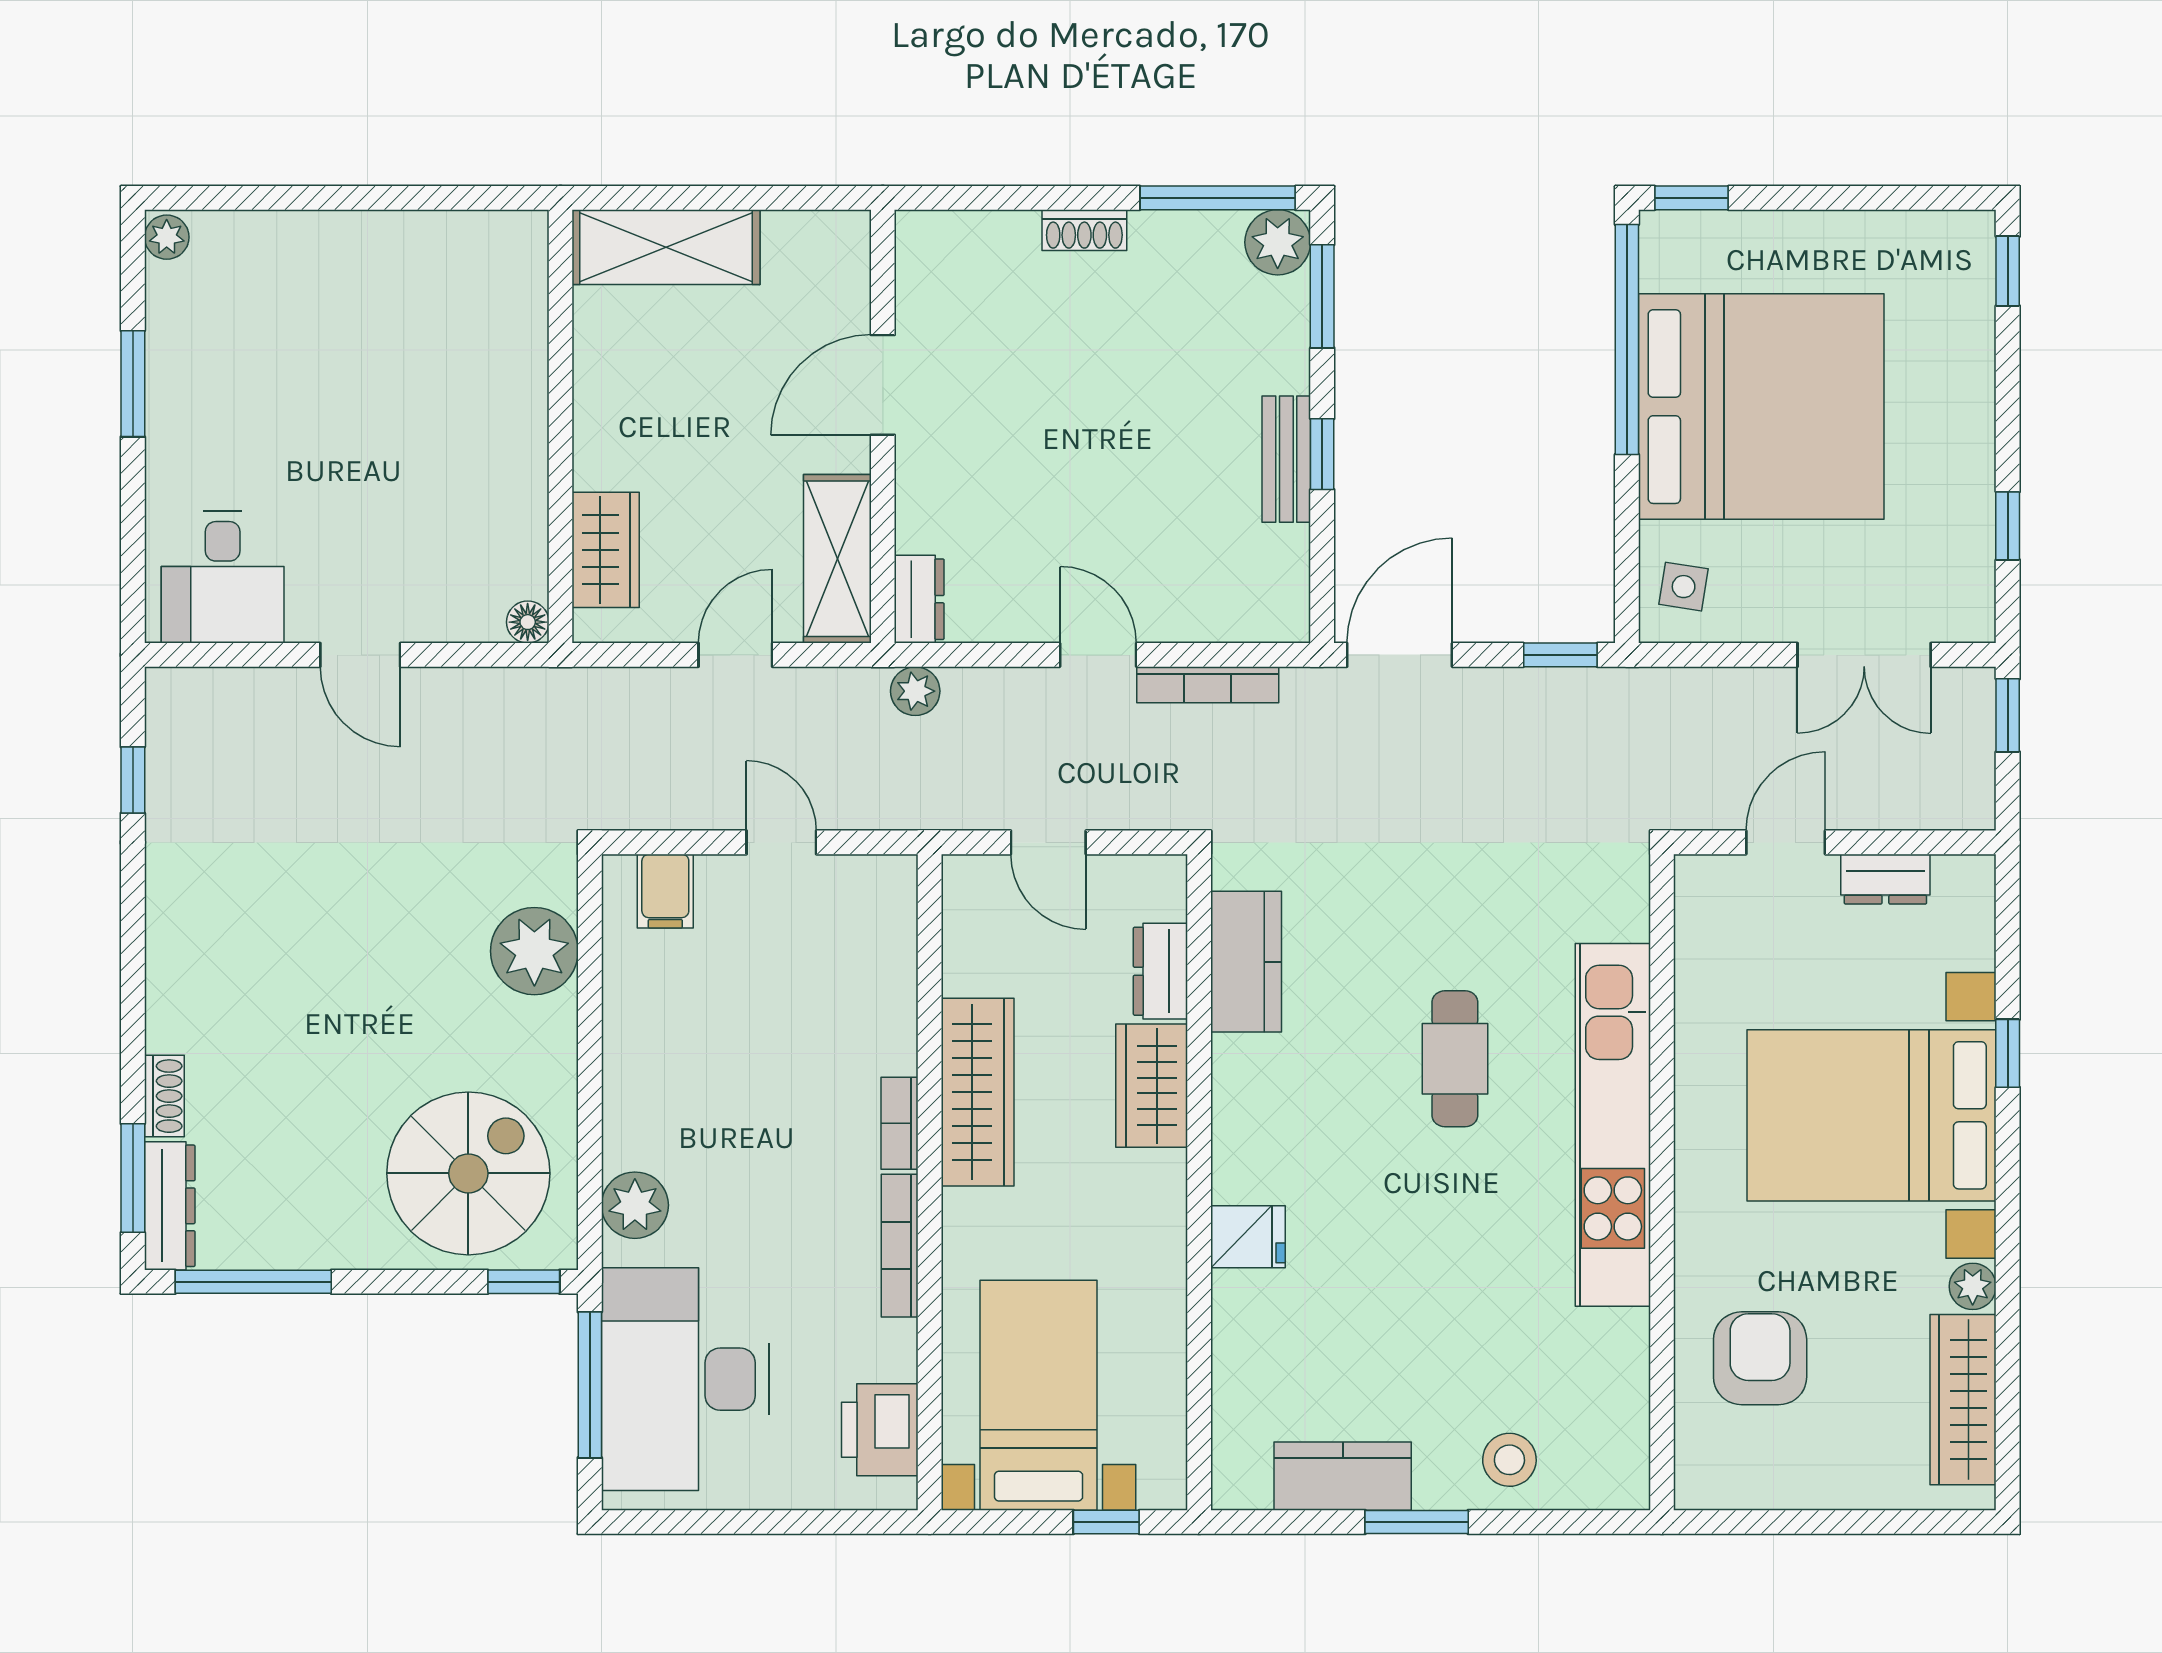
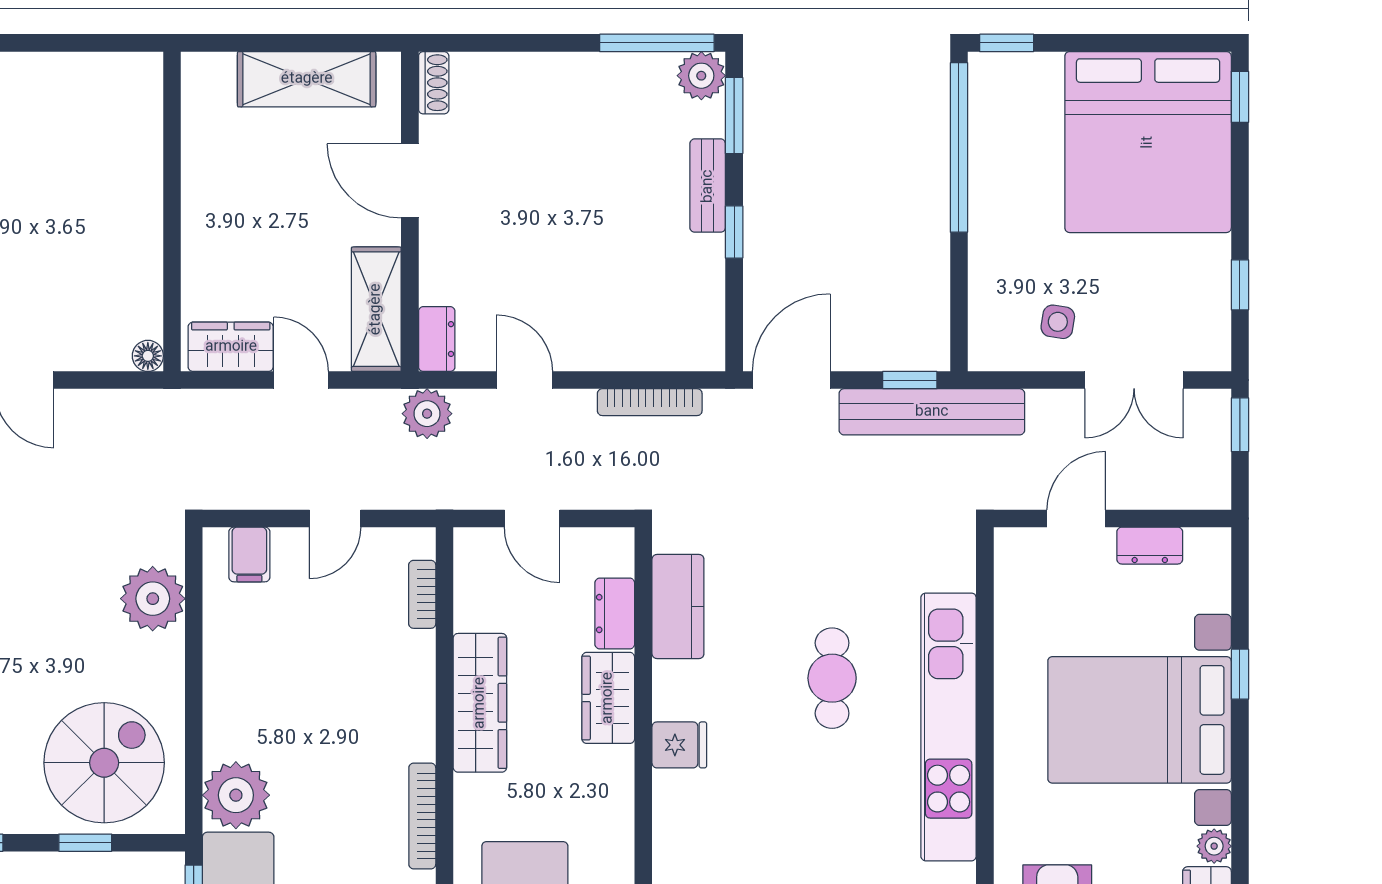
shoe rack: (1084, 230) -> (434, 83), moved, turned -90
shelving: (666, 247) -> (307, 79), moved
door: (883, 385) -> (410, 181), hinge flipped
bed: (1761, 407) -> (1148, 142), moved, turned 90
bench: (1286, 459) -> (708, 186), moved
wardrobe: (606, 550) -> (231, 347), moved, turned -90
side table: (1684, 587) -> (1058, 322), moved
door: (735, 655) -> (301, 380), hinge flipped
door: (1098, 655) -> (524, 380), moved
plant: (915, 691) -> (427, 414), width x1.38, depth x1.38
bench: (1590, 698) -> (932, 412), added
door: (781, 842) -> (335, 518), swing flipped
bookcase: (899, 1123) -> (422, 594), moved
plant: (635, 1205) -> (236, 795), width x1.36, depth x1.36
fridge: (1248, 1237) -> (679, 745), moved
window: (524, 1282) -> (85, 843), moved

